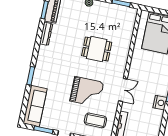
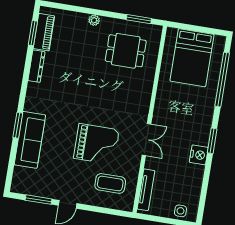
dining table: (97, 49) -> (126, 51), moved
sofa: (35, 106) -> (30, 140), moved

